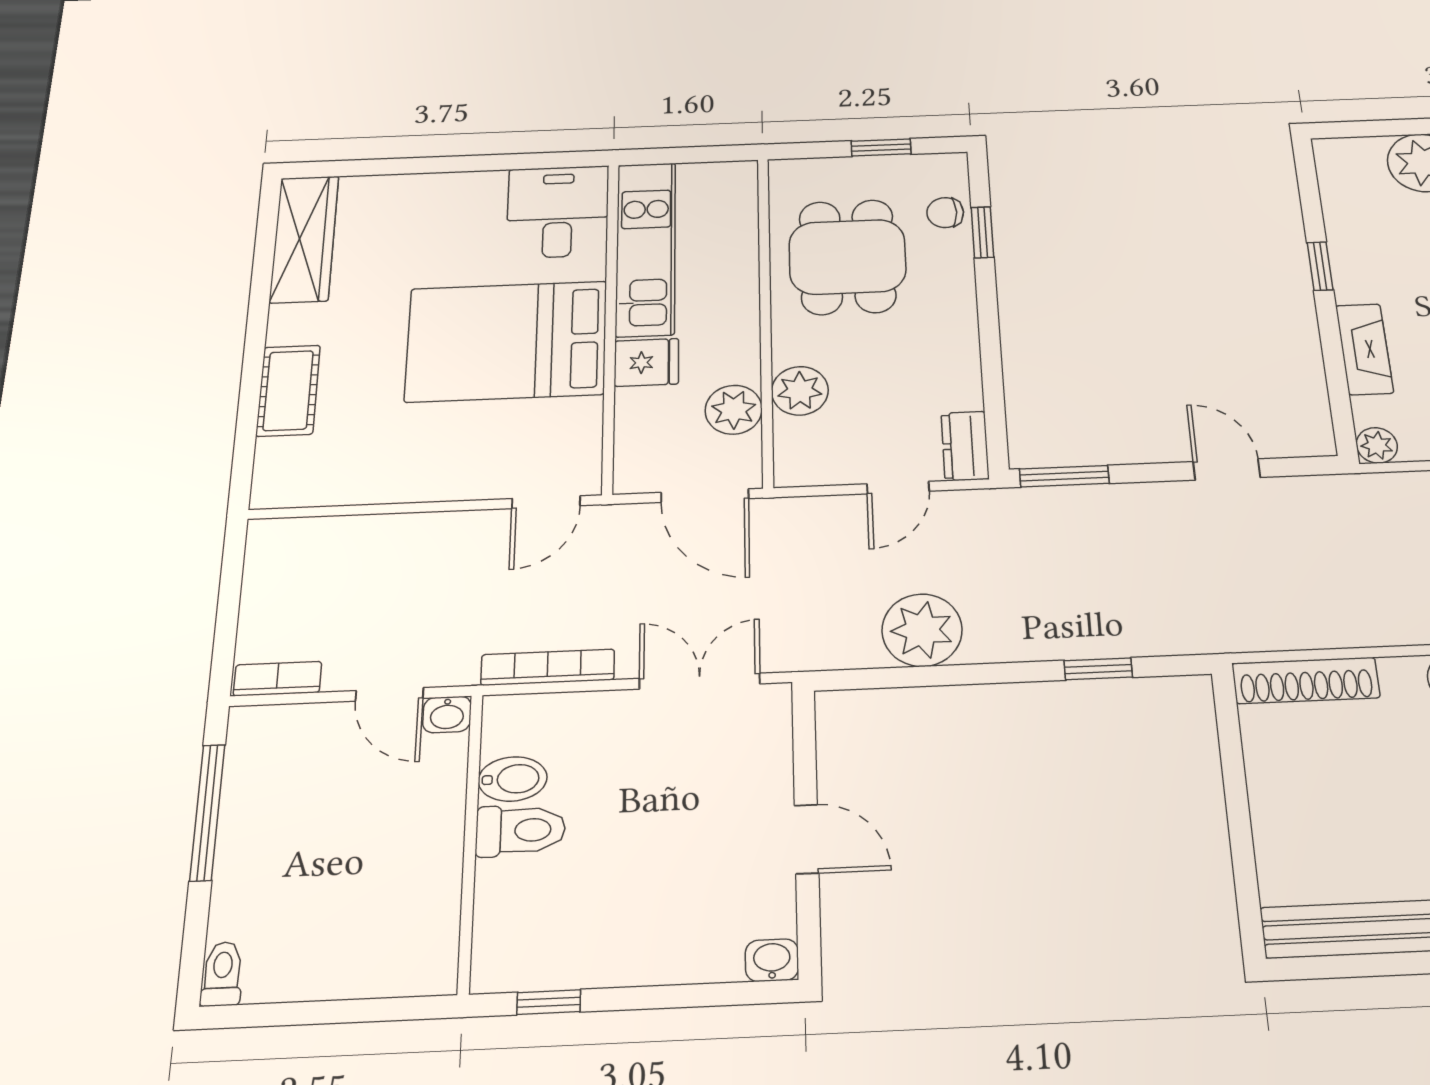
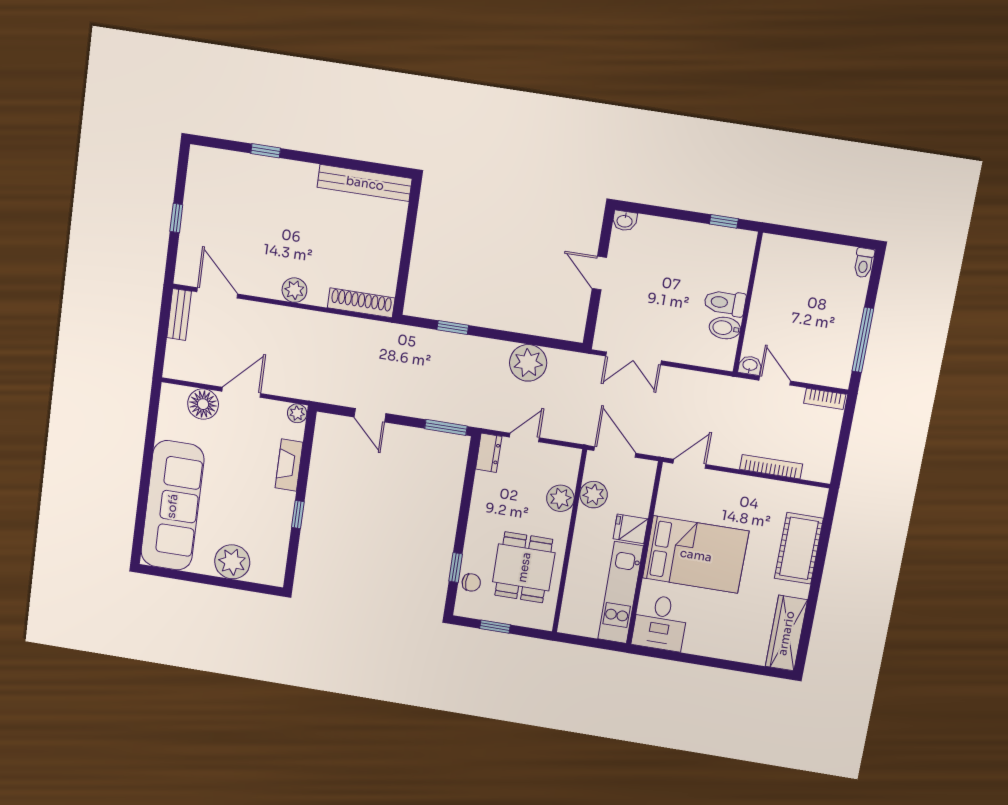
cot: (288, 390) -> (799, 548), width x1.37, depth x1.34
bookcase: (548, 667) -> (771, 467), moved, turned 180

